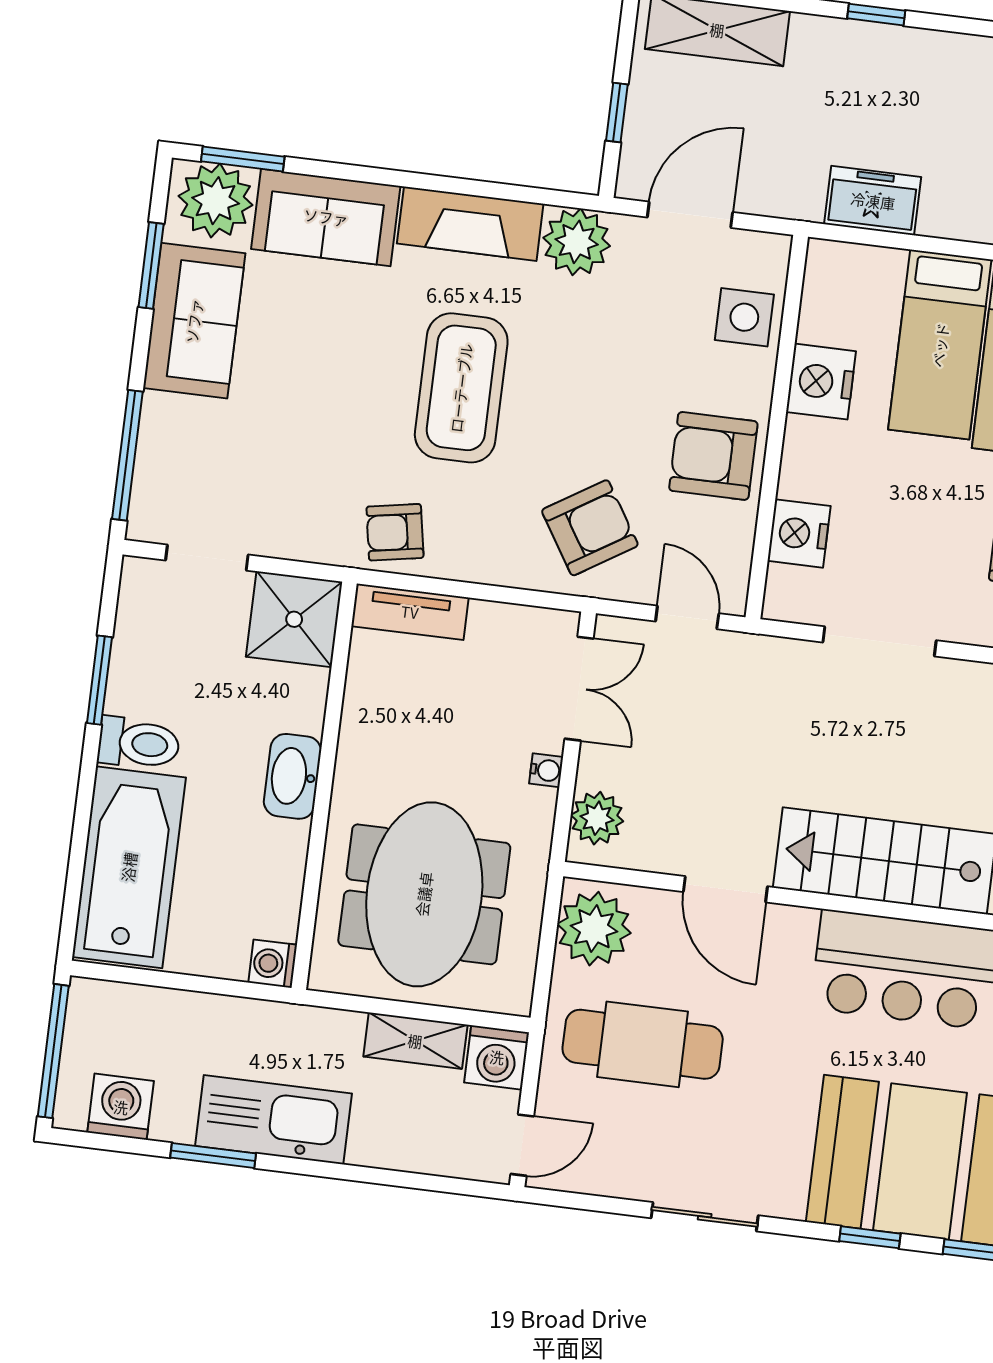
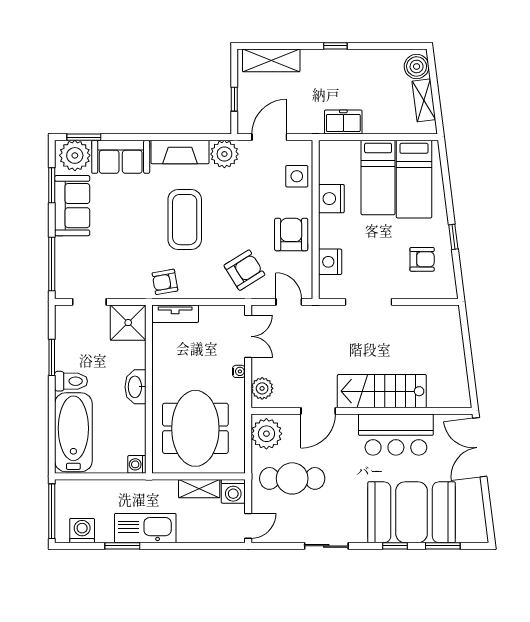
armchair: (713, 456) -> (291, 235), turned 90
door: (725, 889) -> (318, 411), hinge flipped

